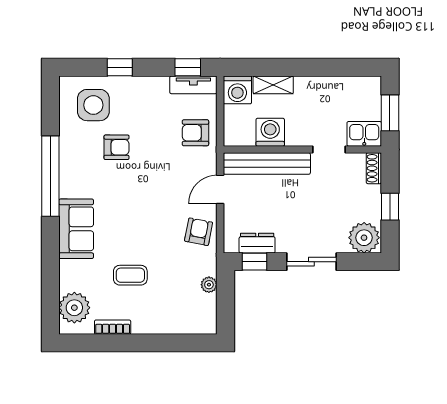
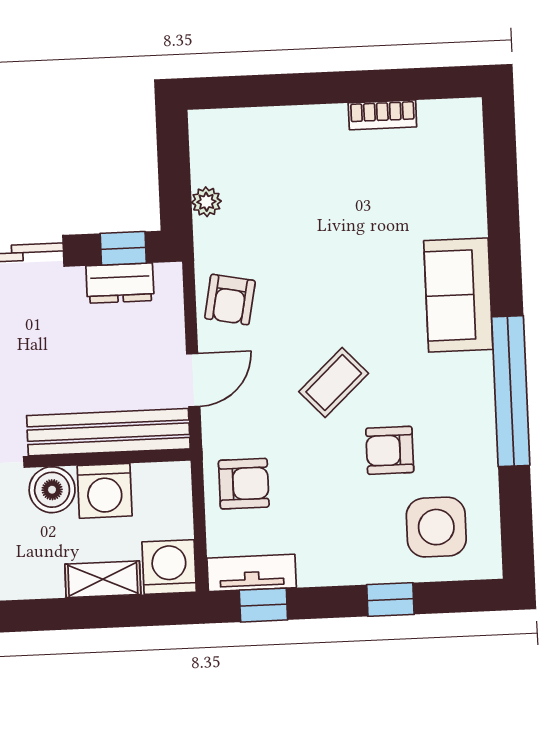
boiler: (298, 134) -> (52, 490), added
coffee table: (130, 275) -> (334, 383), moved, turned -43
plant: (74, 308) -> (455, 148), removed

